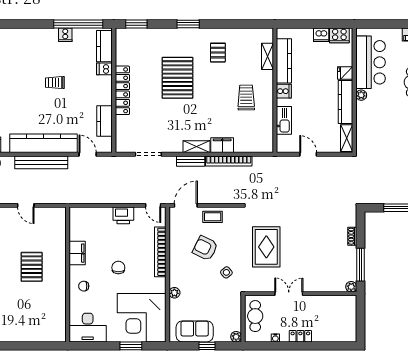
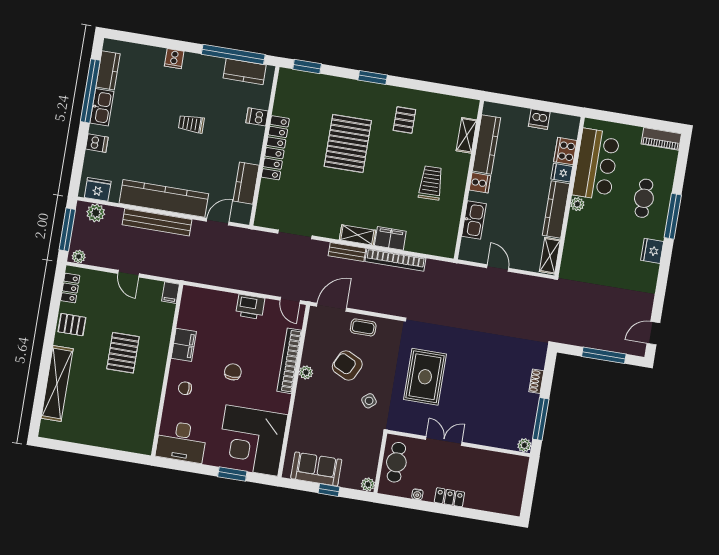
cooker: (65, 35) -> (174, 59), moved
cooker: (339, 35) -> (565, 151), moved, turned 90
kitchen counter: (104, 46) -> (245, 71), moved, turned -90
door: (88, 154) -> (218, 222), hinge flipped
filing cabinet: (60, 215) -> (170, 293), added
plant: (174, 293) -> (306, 372), moved

